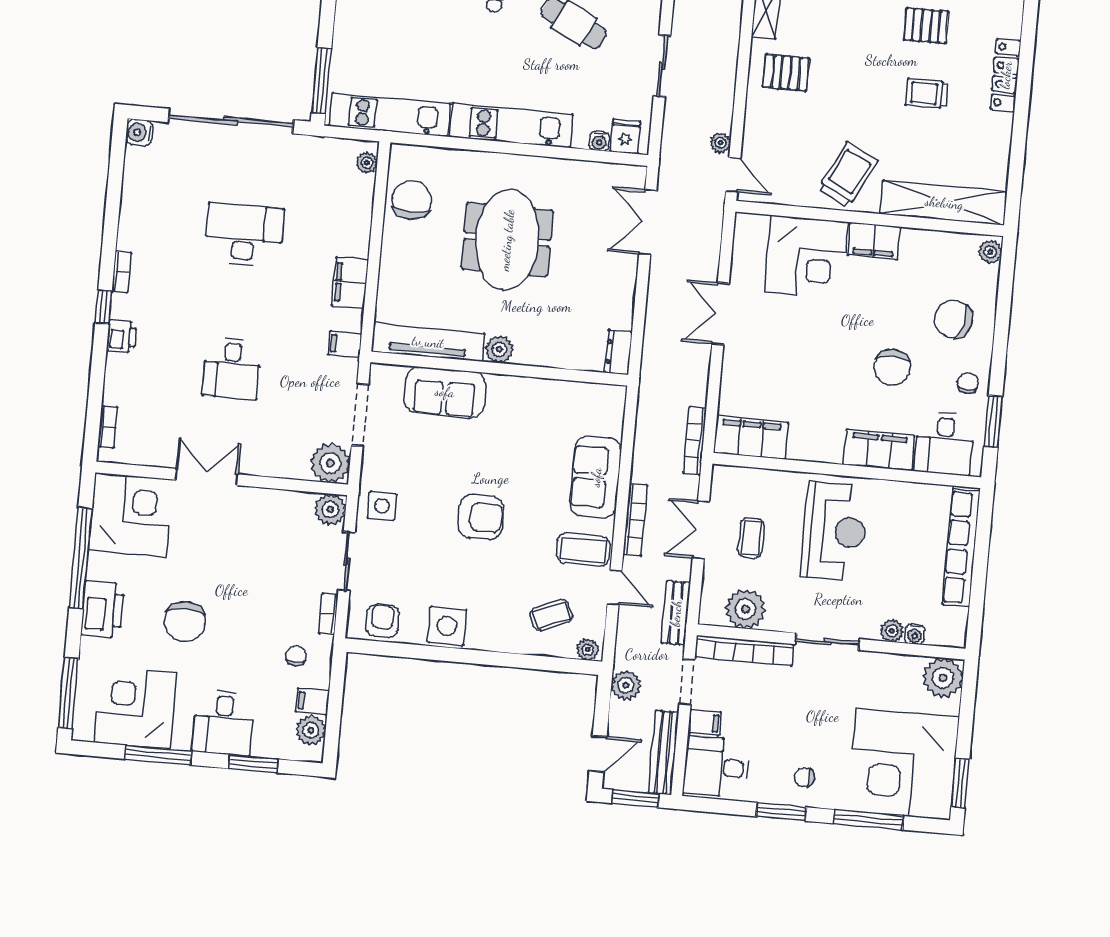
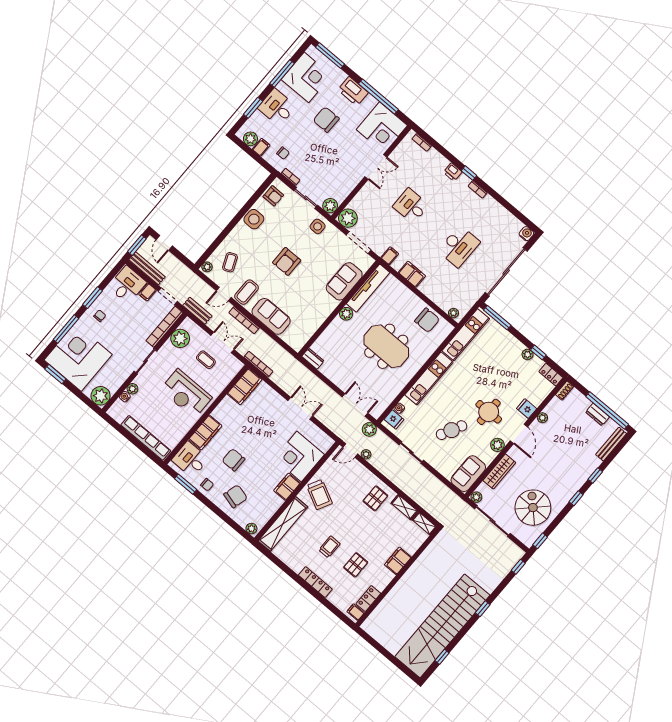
plant: (626, 685) -> (369, 429), moved

